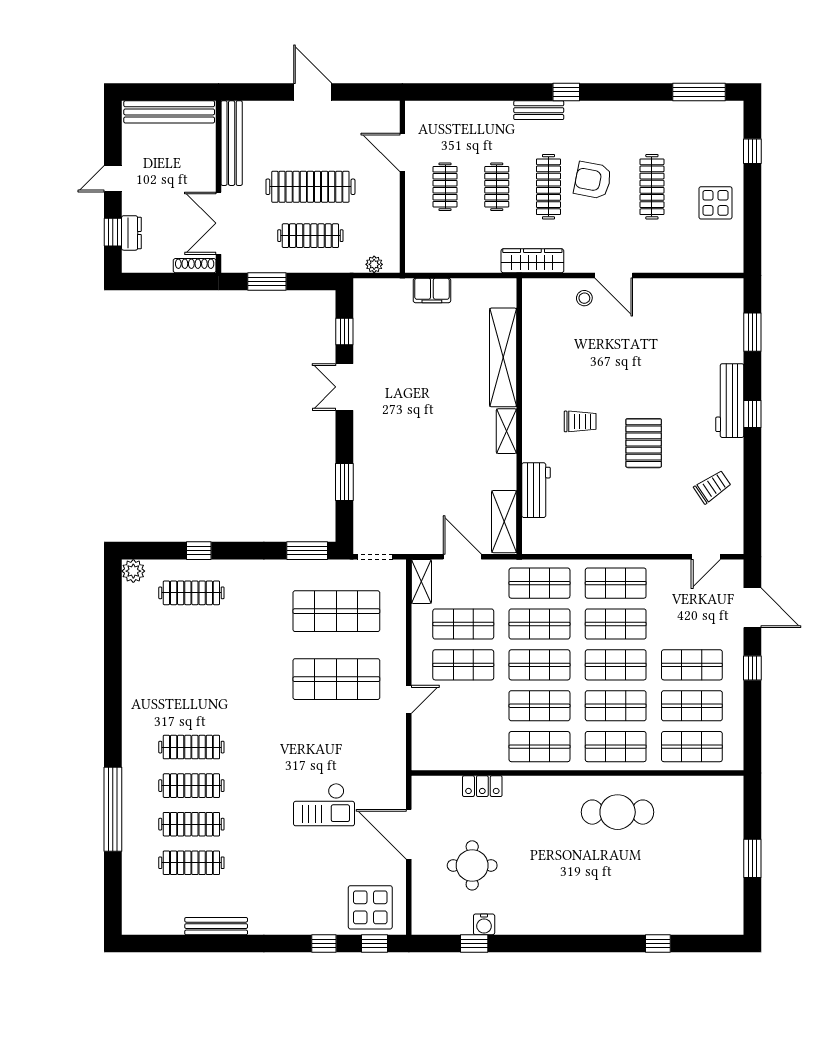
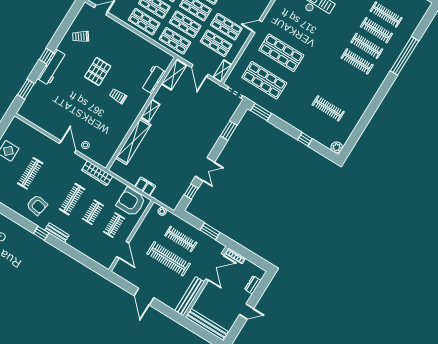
armchair: (593, 180) -> (37, 205), moved
window: (113, 232) -> (260, 290), removed
armchair: (440, 247) -> (131, 202), added
clothes rail: (191, 593) -> (328, 108), moved

